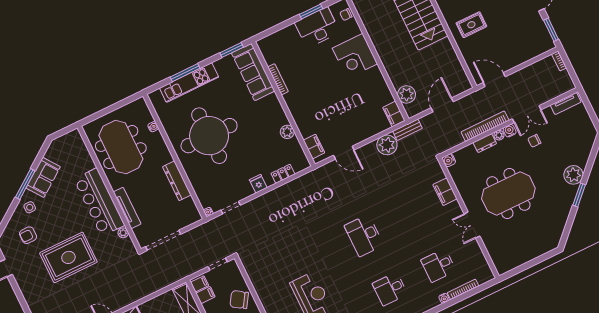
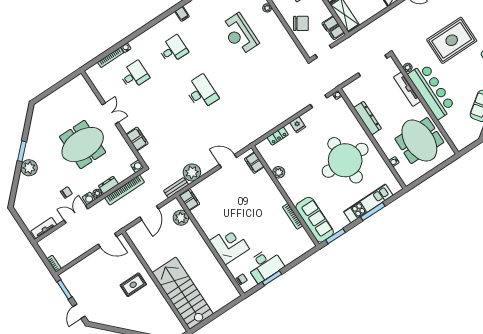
bookcase: (485, 126) -> (125, 190), moved

